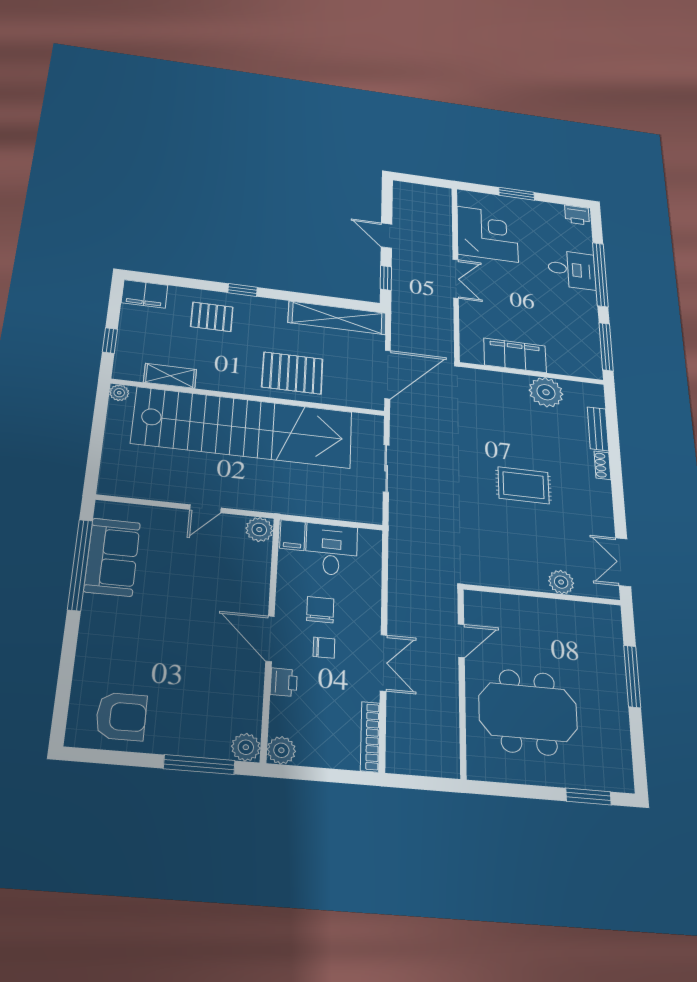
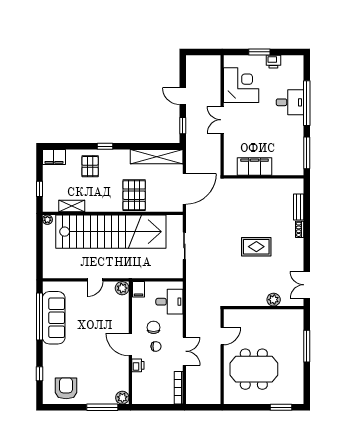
printer: (577, 215) -> (273, 62), moved
double door: (456, 279) -> (222, 120), swing flipped
pallet: (212, 317) -> (90, 166), turned 90
pallet: (292, 373) -> (134, 195), turned 90
plant: (546, 392) -> (271, 188), removed
desk: (331, 550) -> (169, 302), moved, turned 90
sofa: (112, 557) -> (54, 318), width x1.36
window: (65, 680) -> (39, 374), added
armchair: (121, 716) -> (66, 388), turned -90
plant: (281, 750) -> (138, 398), removed

